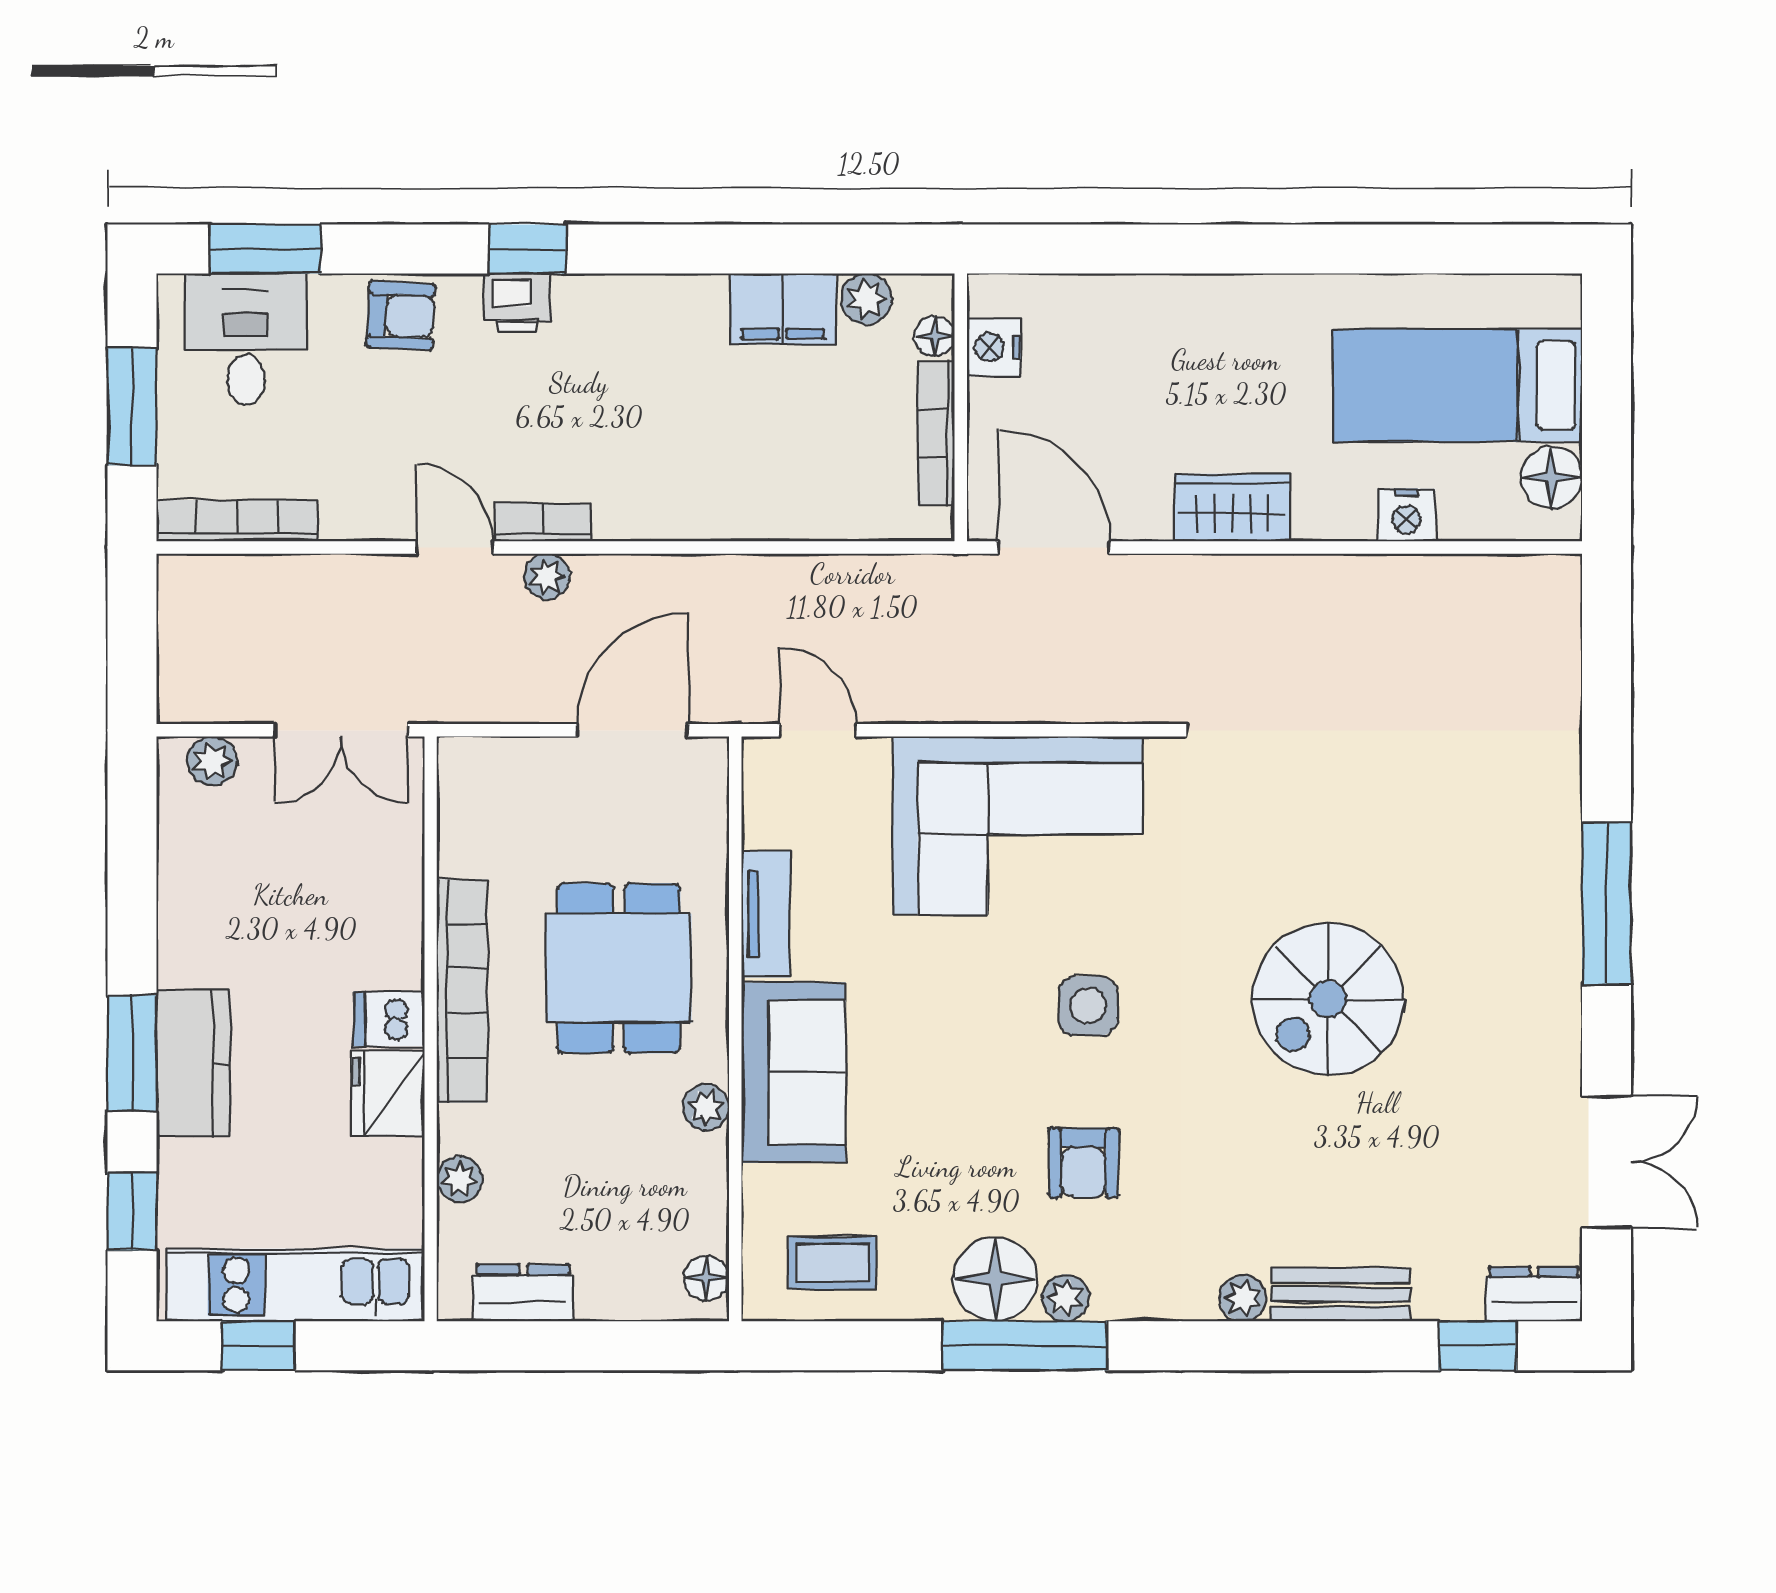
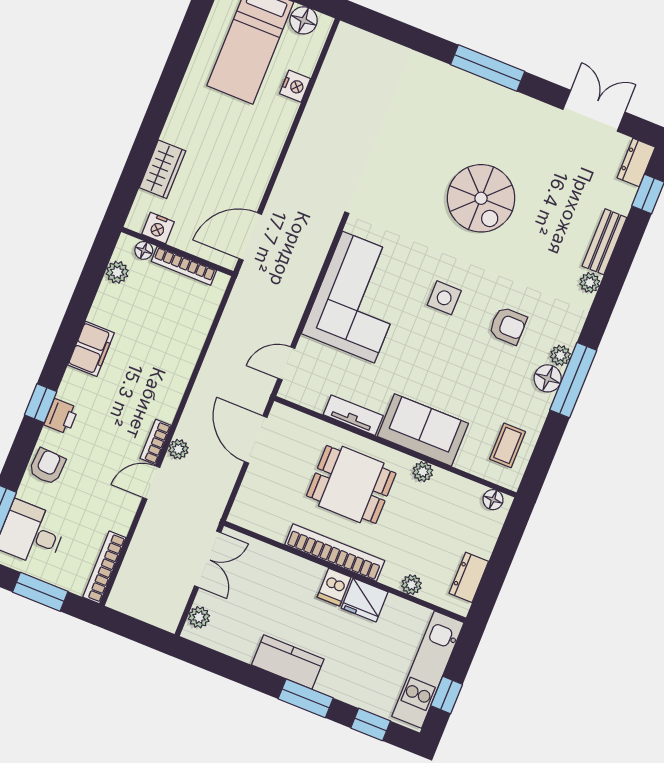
filing cabinet: (783, 309) -> (91, 349), moved
wardrobe: (1232, 508) -> (162, 169), moved, turned 180
kitchen counter: (193, 1063) -> (288, 662), moved
floor lamp: (995, 1279) -> (548, 378), width x0.73, depth x0.73

